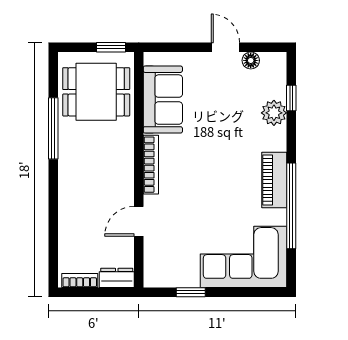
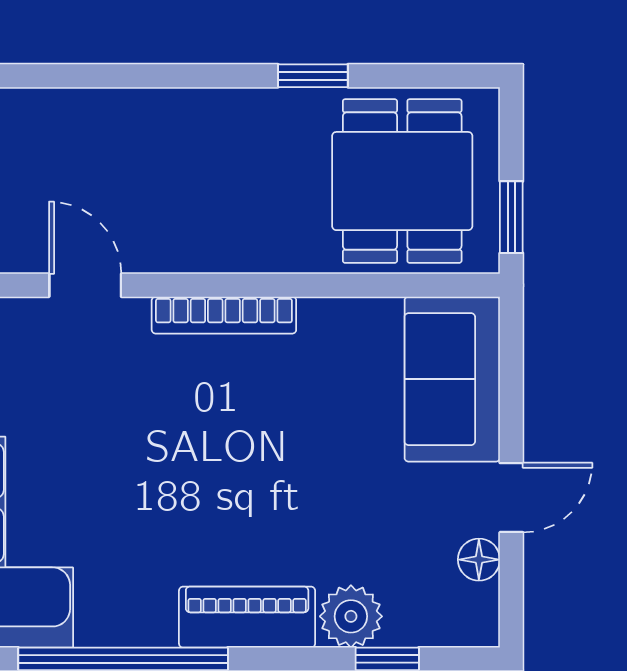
sofa: (163, 100) -> (452, 379), moved, turned 90
window: (53, 128) -> (313, 76), width x0.46
piano: (274, 180) -> (247, 617), moved

